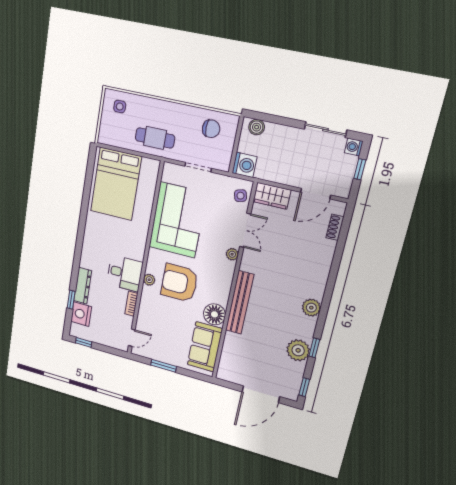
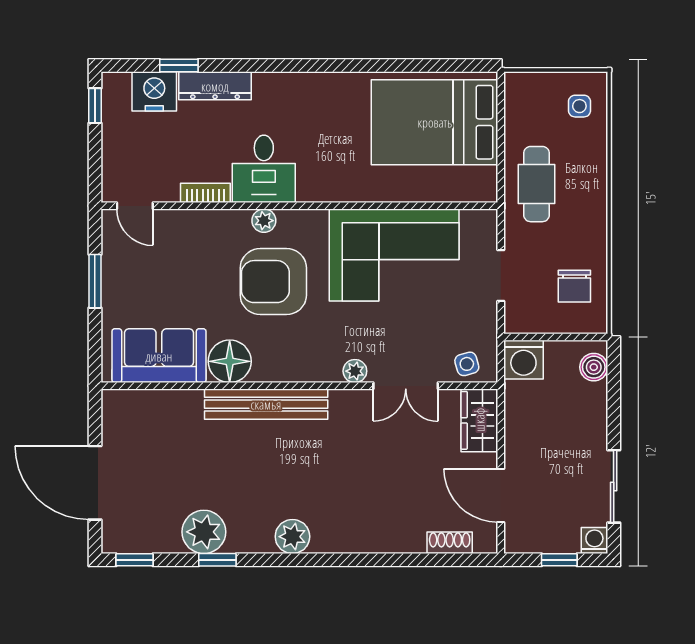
armchair: (179, 283) -> (273, 282), turned -90

